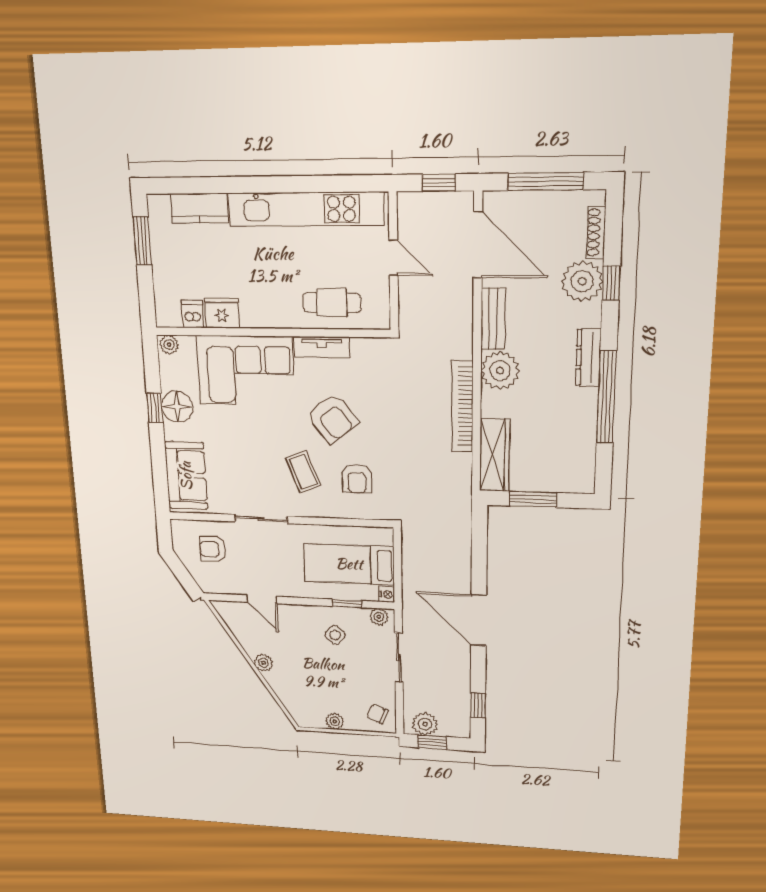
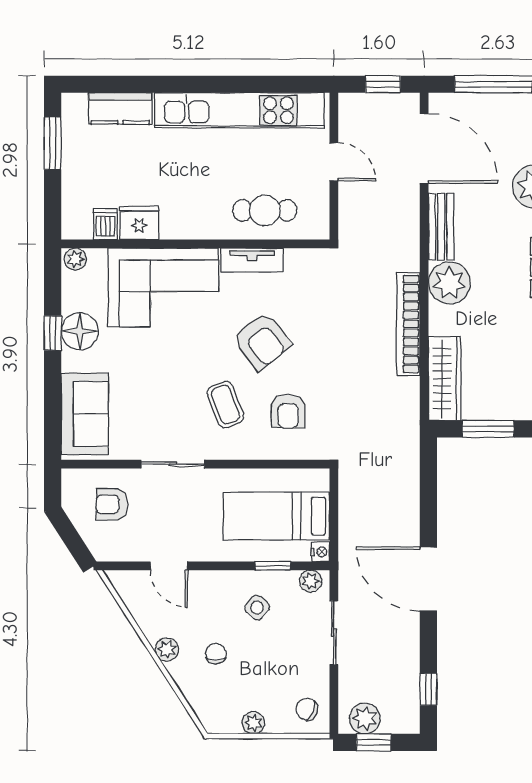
chair: (303, 668) -> (216, 654), added

